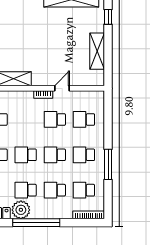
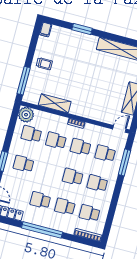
door: (62, 88) -> (119, 129), moved
school desk: (26, 155) -> (56, 140), moved
window: (108, 164) -> (125, 162), moved
plant: (21, 210) -> (32, 216), removed

